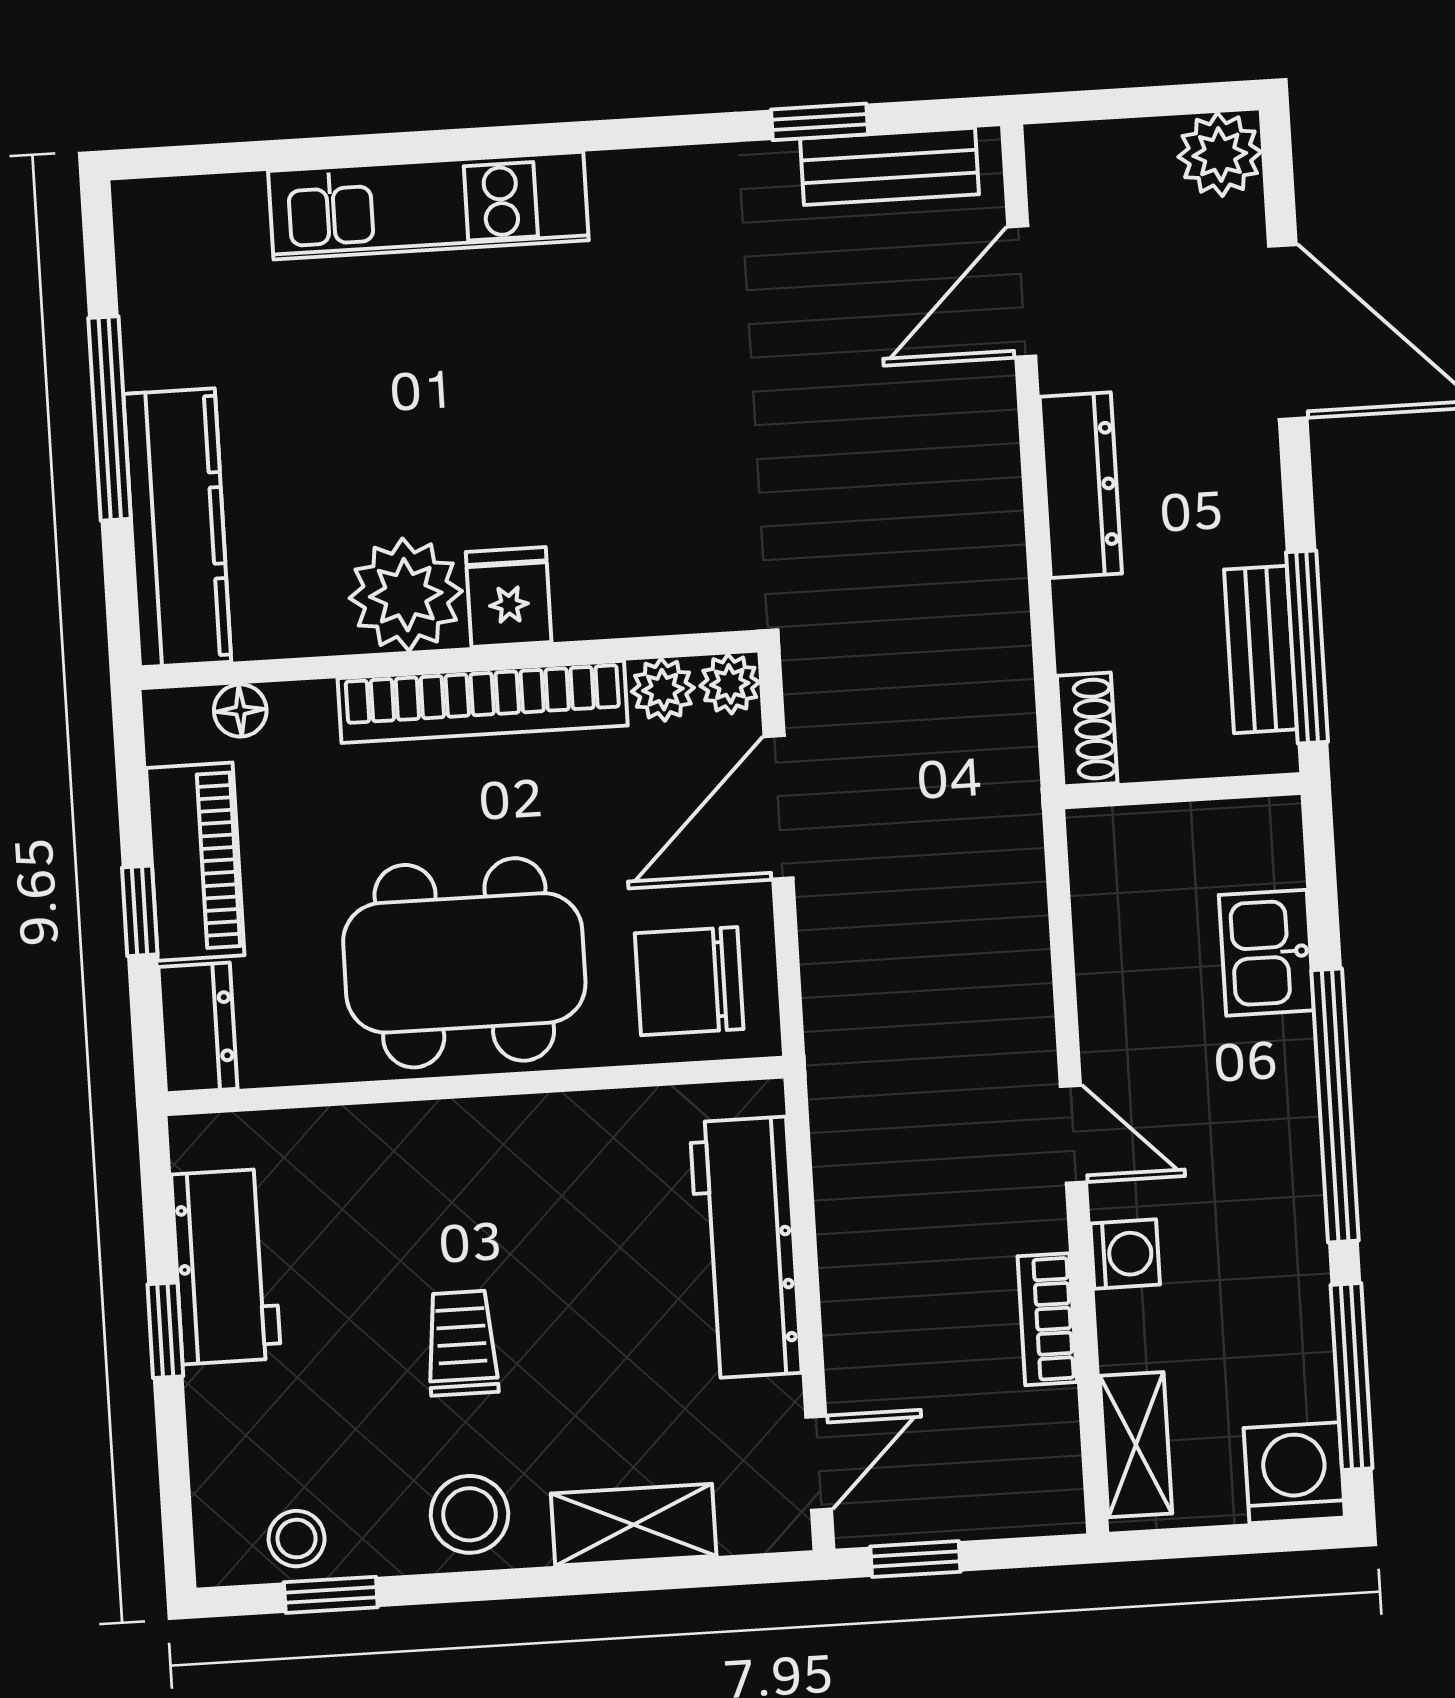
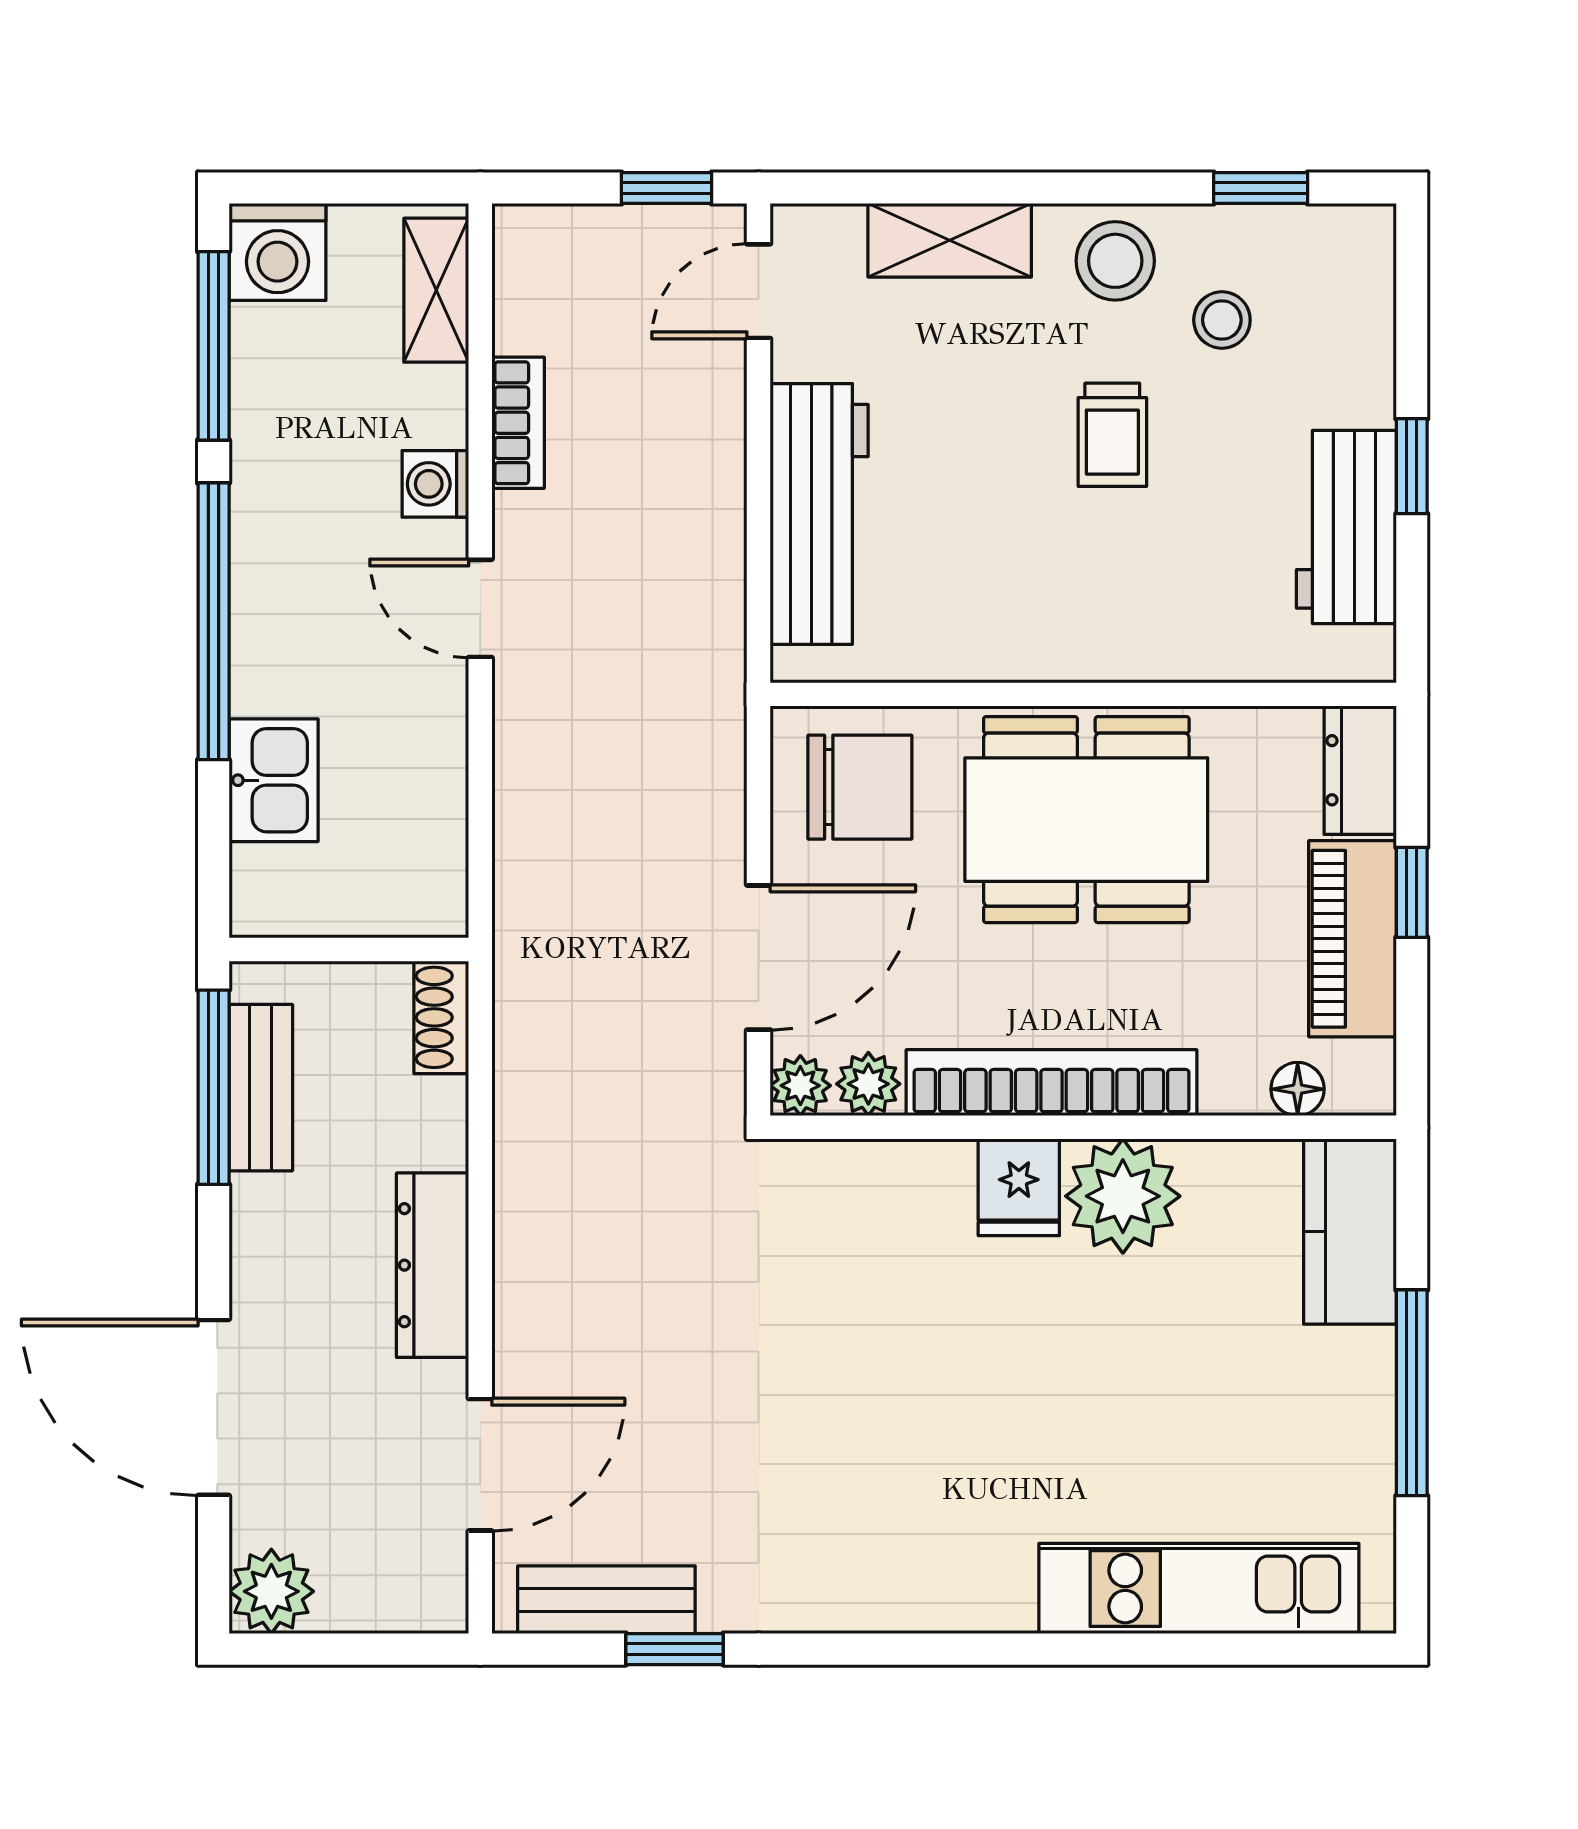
kitchen unit: (428, 206) -> (1199, 1589), moved
kitchen counter: (177, 528) -> (1350, 1232), width x0.67
stool: (297, 1539) -> (1222, 320), moved

